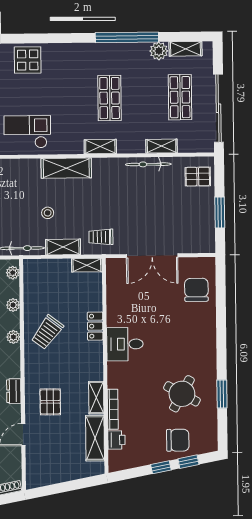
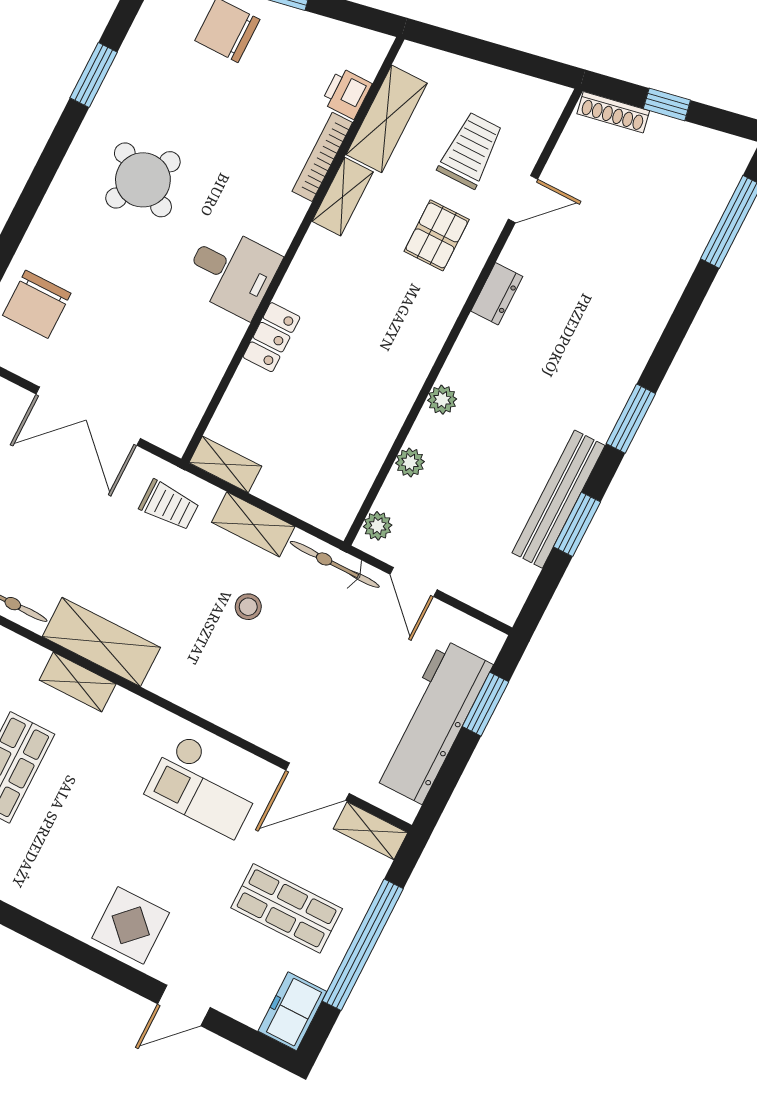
shelving: (66, 168) -> (101, 642), moved
double door: (152, 256) -> (88, 416), swing flipped
trolley: (47, 332) -> (471, 150), moved, turned -37
round table: (182, 394) -> (143, 180), moved

